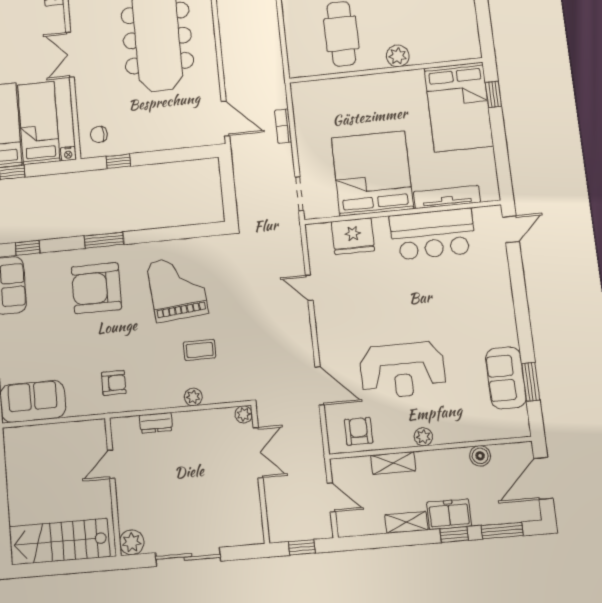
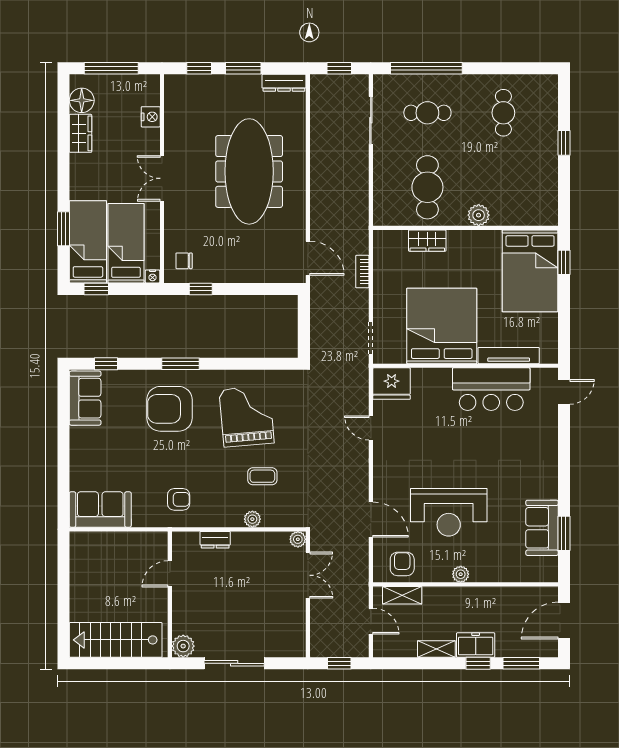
wardrobe: (347, 87) -> (427, 241), added
fridge: (353, 236) -> (392, 384), moved
boiler: (480, 456) -> (510, 596), removed
shelving: (393, 463) -> (402, 595), moved

